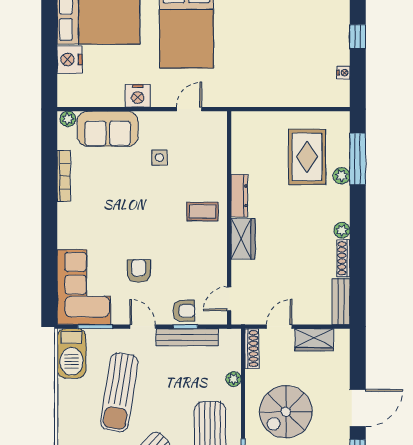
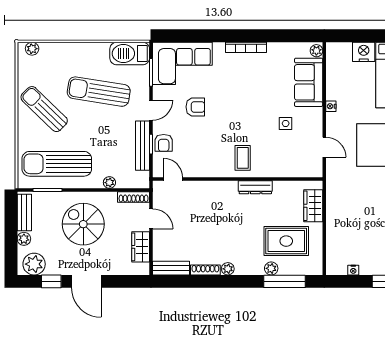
nightstand: (138, 96) -> (331, 106), width x0.53, depth x0.56
bookcase: (64, 176) -> (246, 47), moved
wardrobe: (243, 239) -> (313, 206), moved, turned 90

